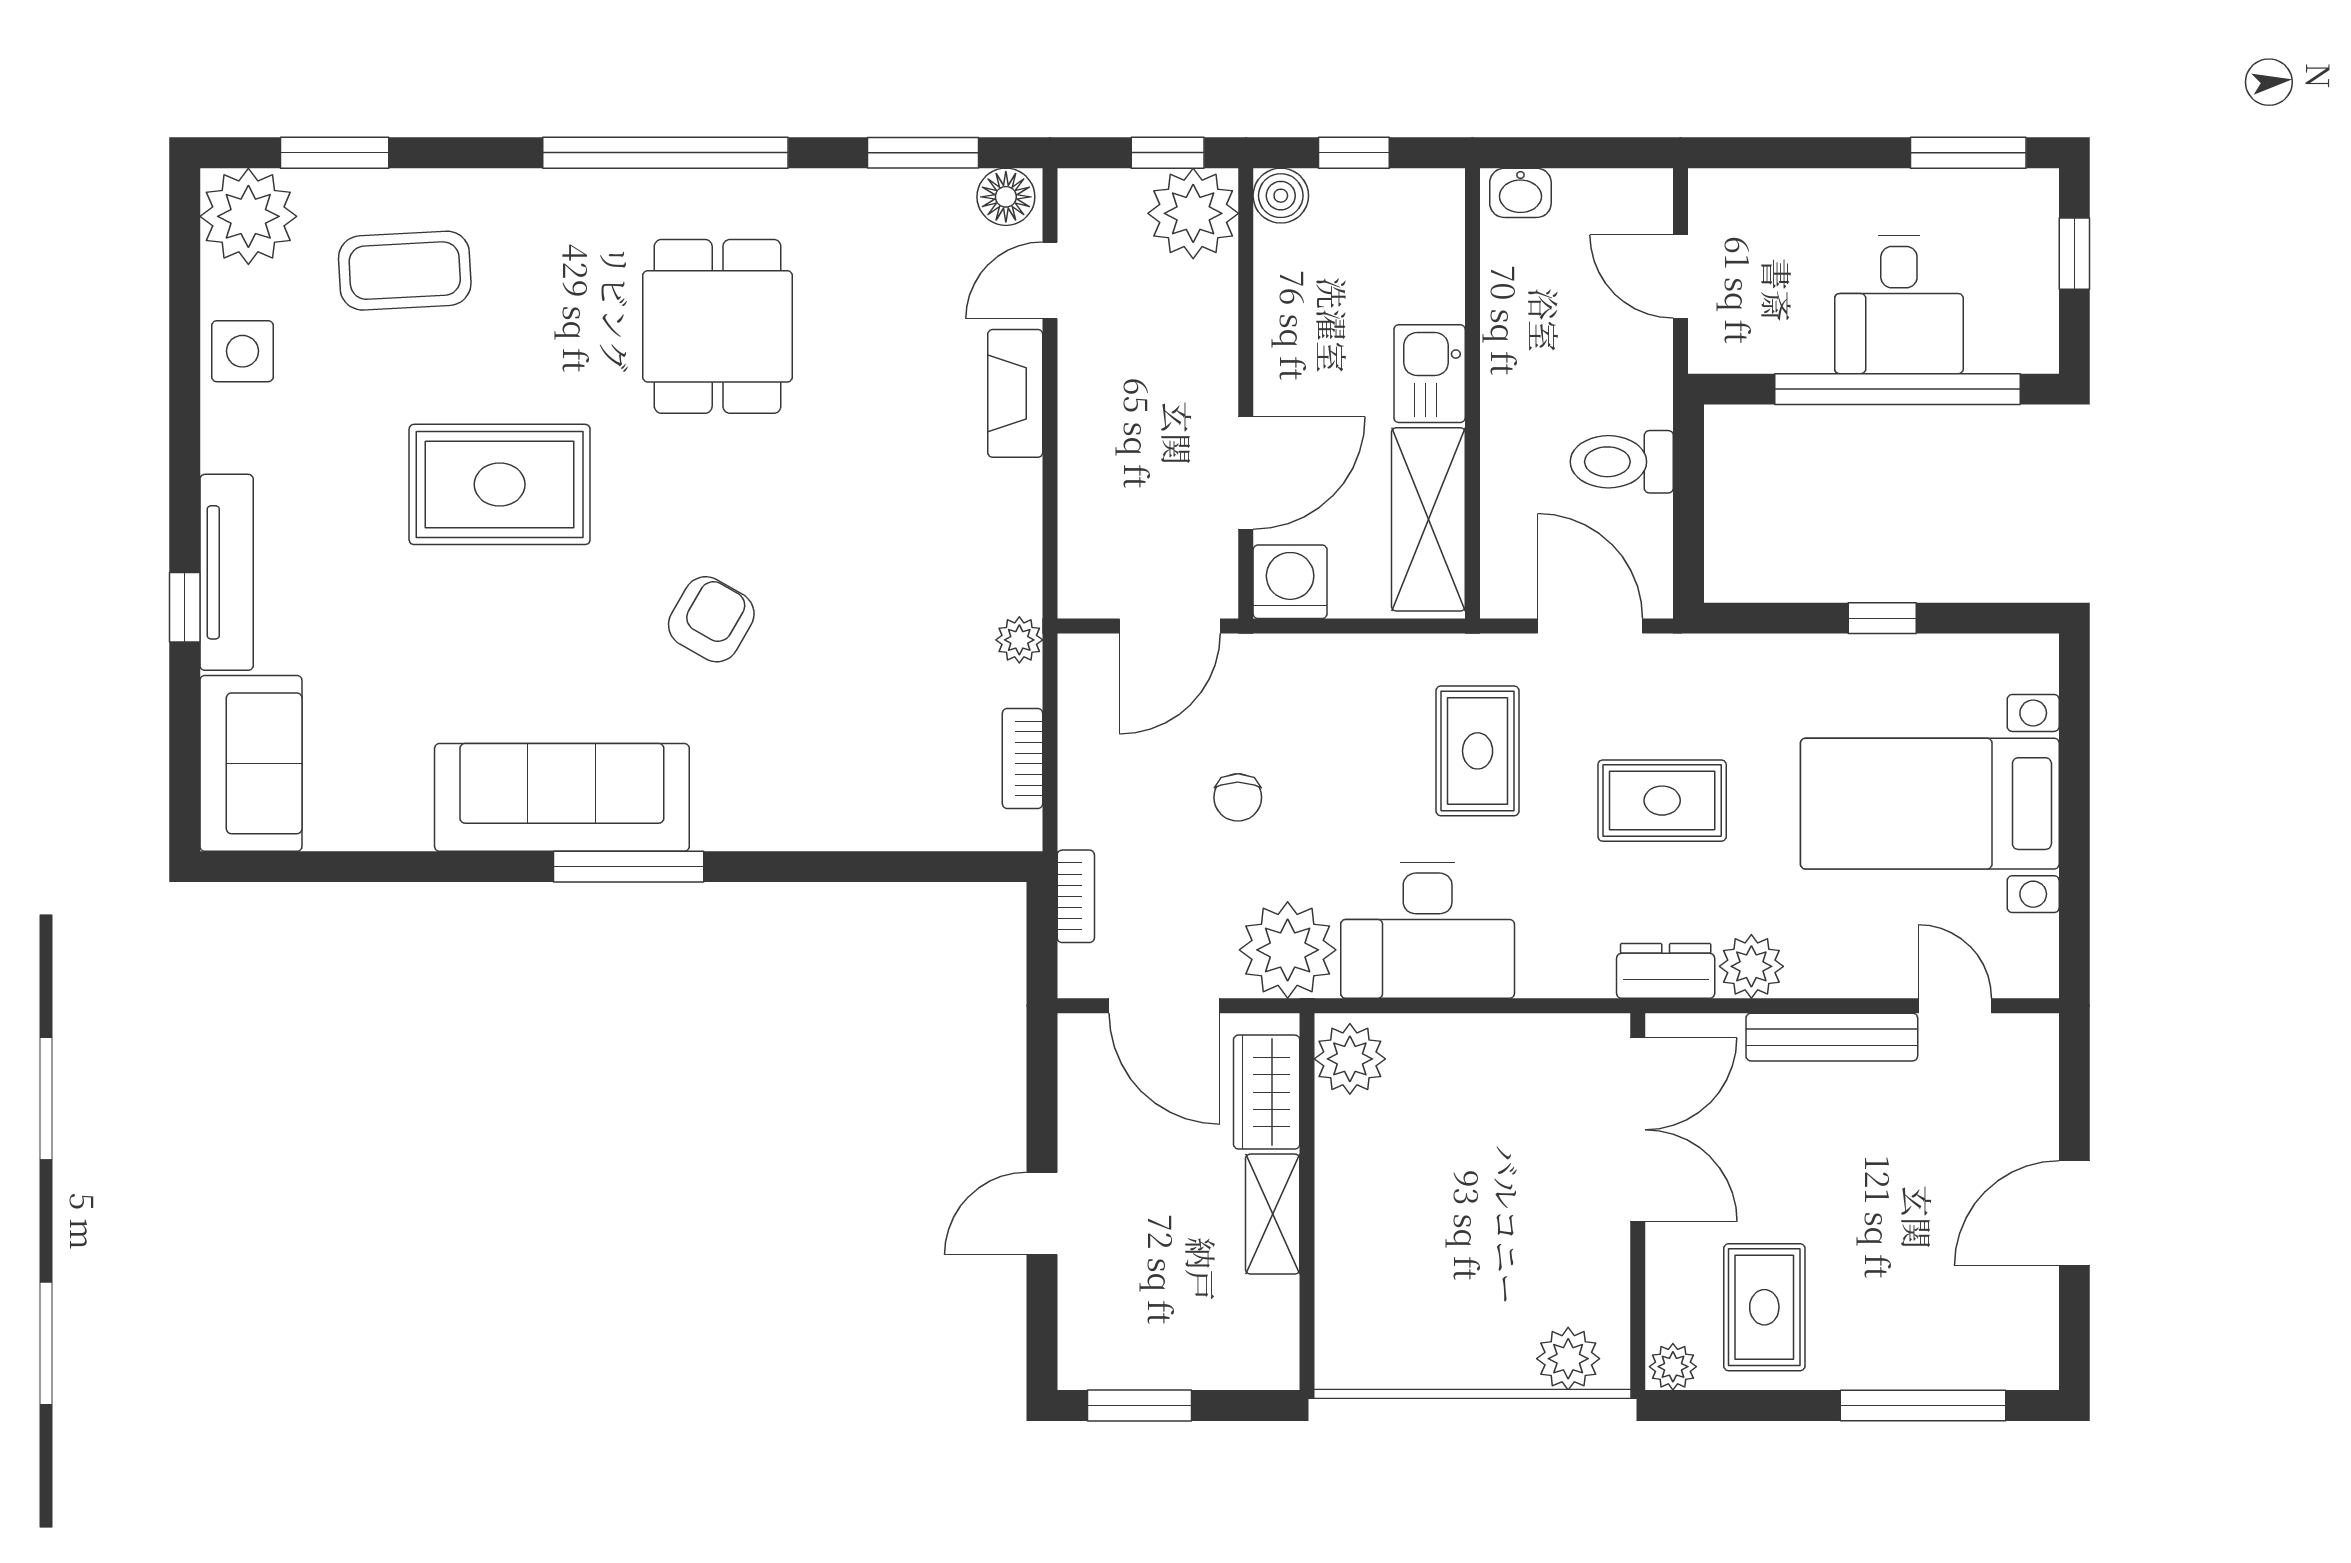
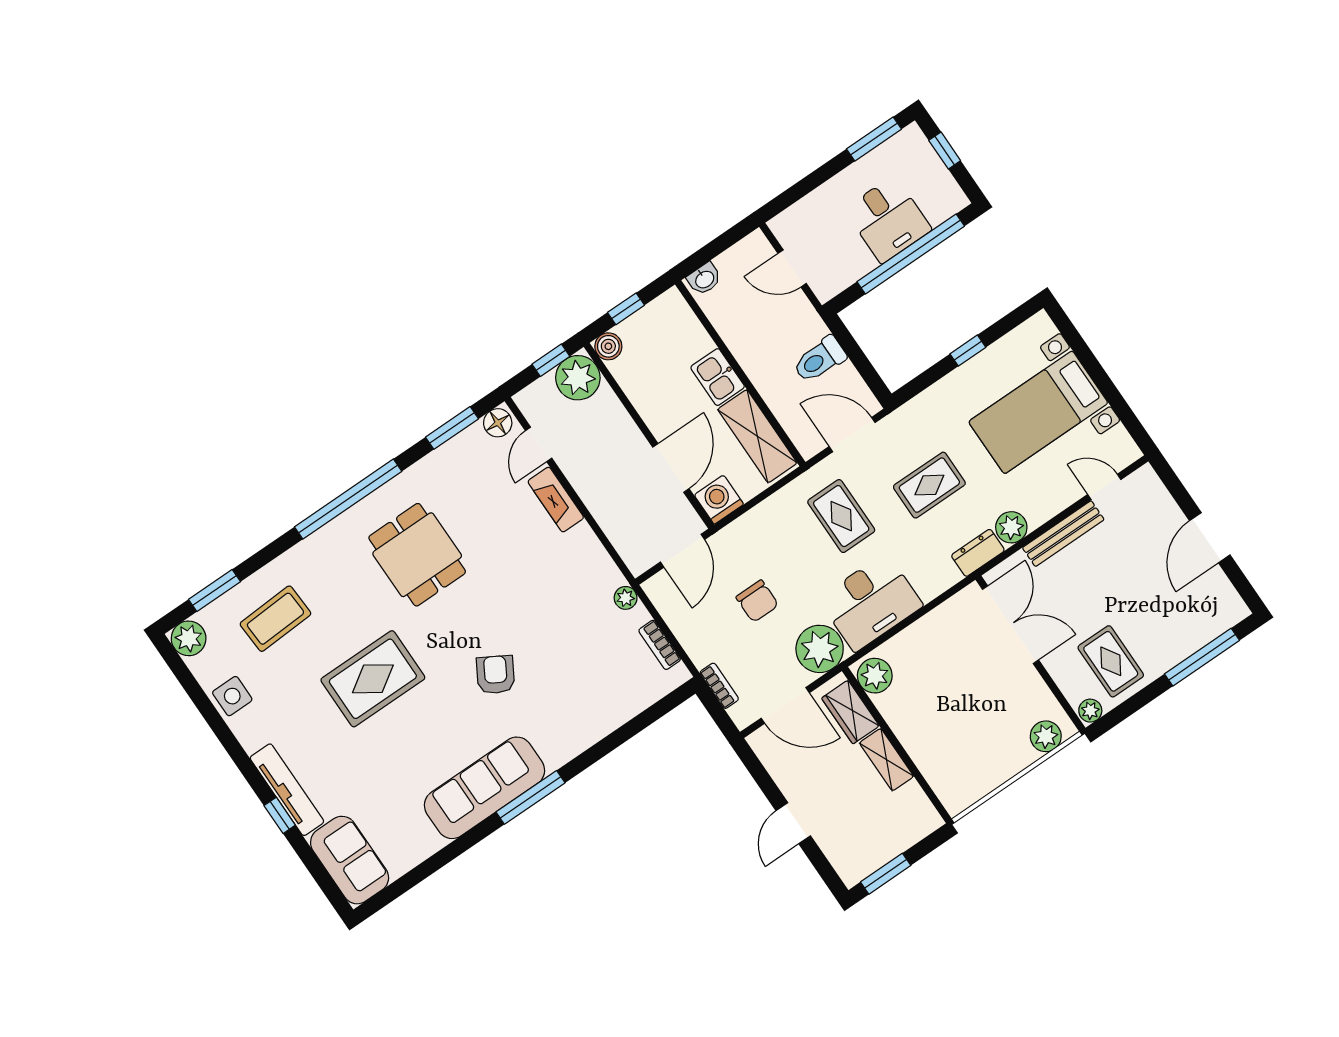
plant: (248, 216) -> (189, 638), width x0.73, depth x0.73
chair: (1238, 797) -> (757, 601), width x1.37, depth x1.37

